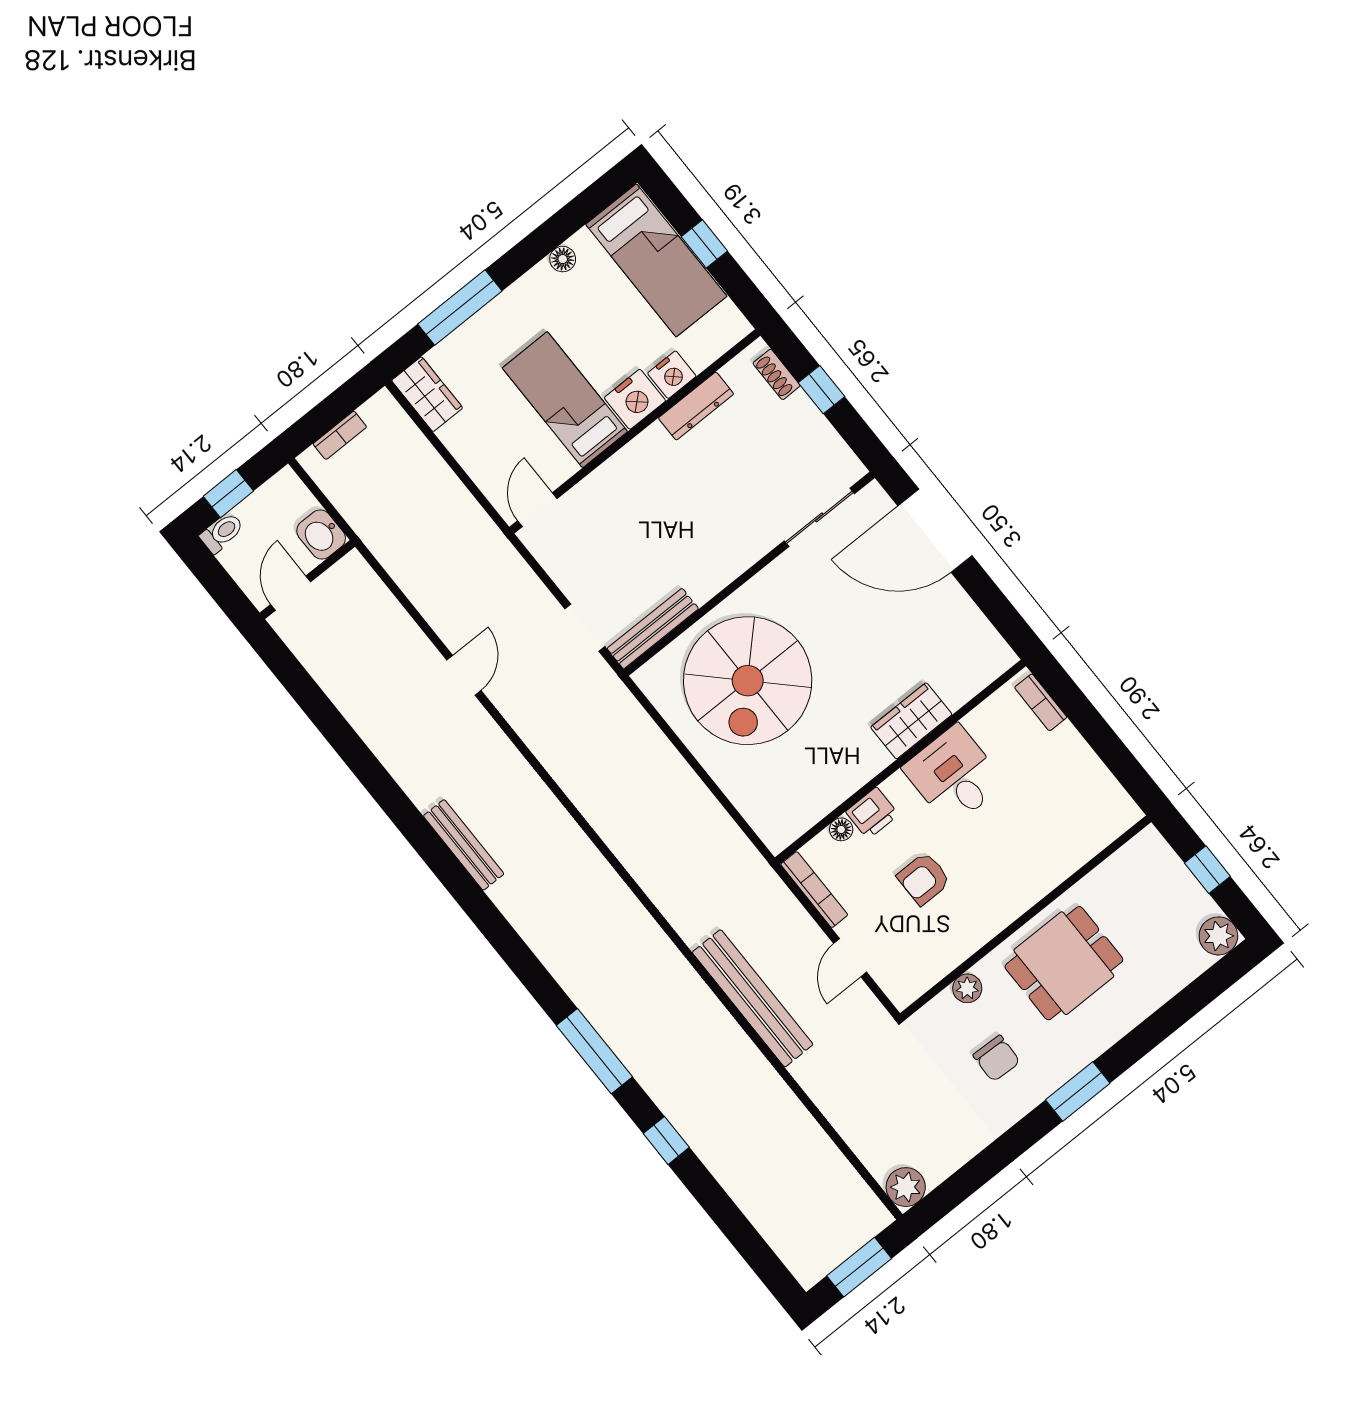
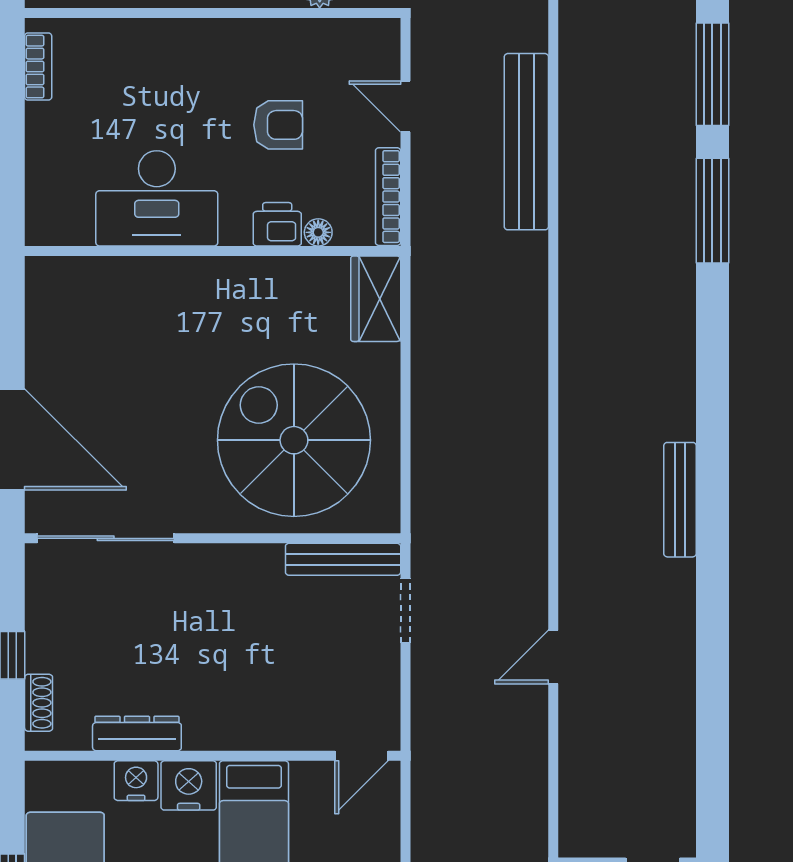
sliding door: (819, 517) -> (106, 538), width x1.37
spiral stairs: (748, 681) -> (294, 440), turned -90
bookcase: (1041, 702) -> (38, 67), moved
wardrobe: (911, 721) -> (376, 299), moved, turned 90
desk: (954, 775) -> (157, 198), width x1.37
door: (850, 958) -> (406, 106), swing flipped
window: (666, 1140) -> (712, 74), width x2.17

